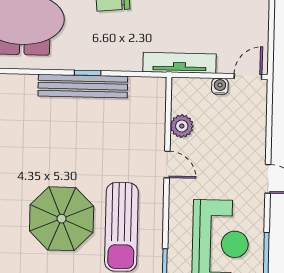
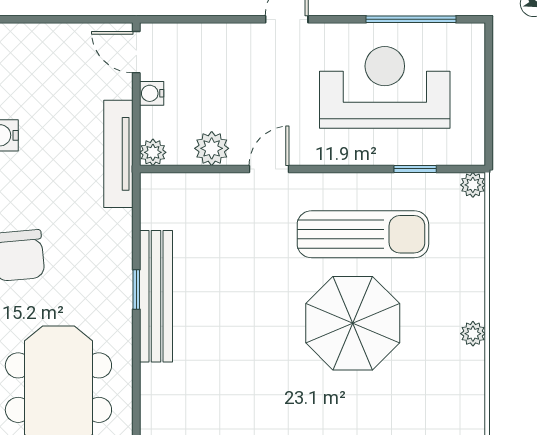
plant: (180, 86) -> (153, 152), added

